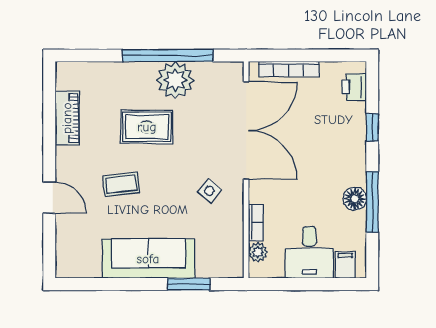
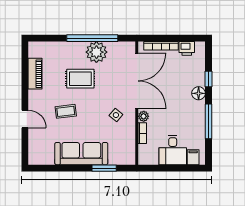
printer: (354, 87) -> (187, 48), moved, turned -90
floor lamp: (355, 199) -> (199, 93), moved
plant: (258, 252) -> (144, 116), moved

